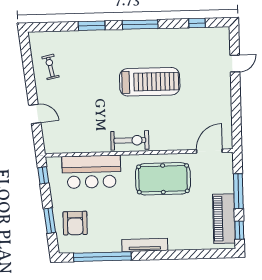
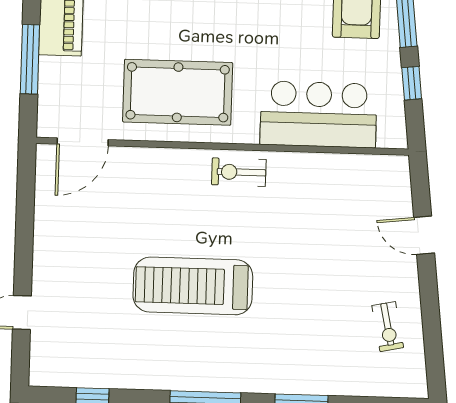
exercise bike: (130, 140) -> (239, 172), width x0.73, depth x0.72
window: (43, 175) -> (412, 83), moved

